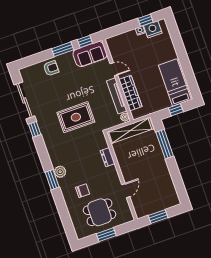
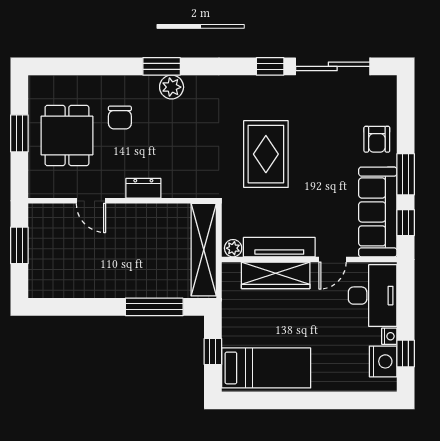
desk: (124, 45) -> (373, 296), added
sofa: (90, 54) -> (378, 212), width x1.36
dresser: (108, 157) -> (143, 188), moved

